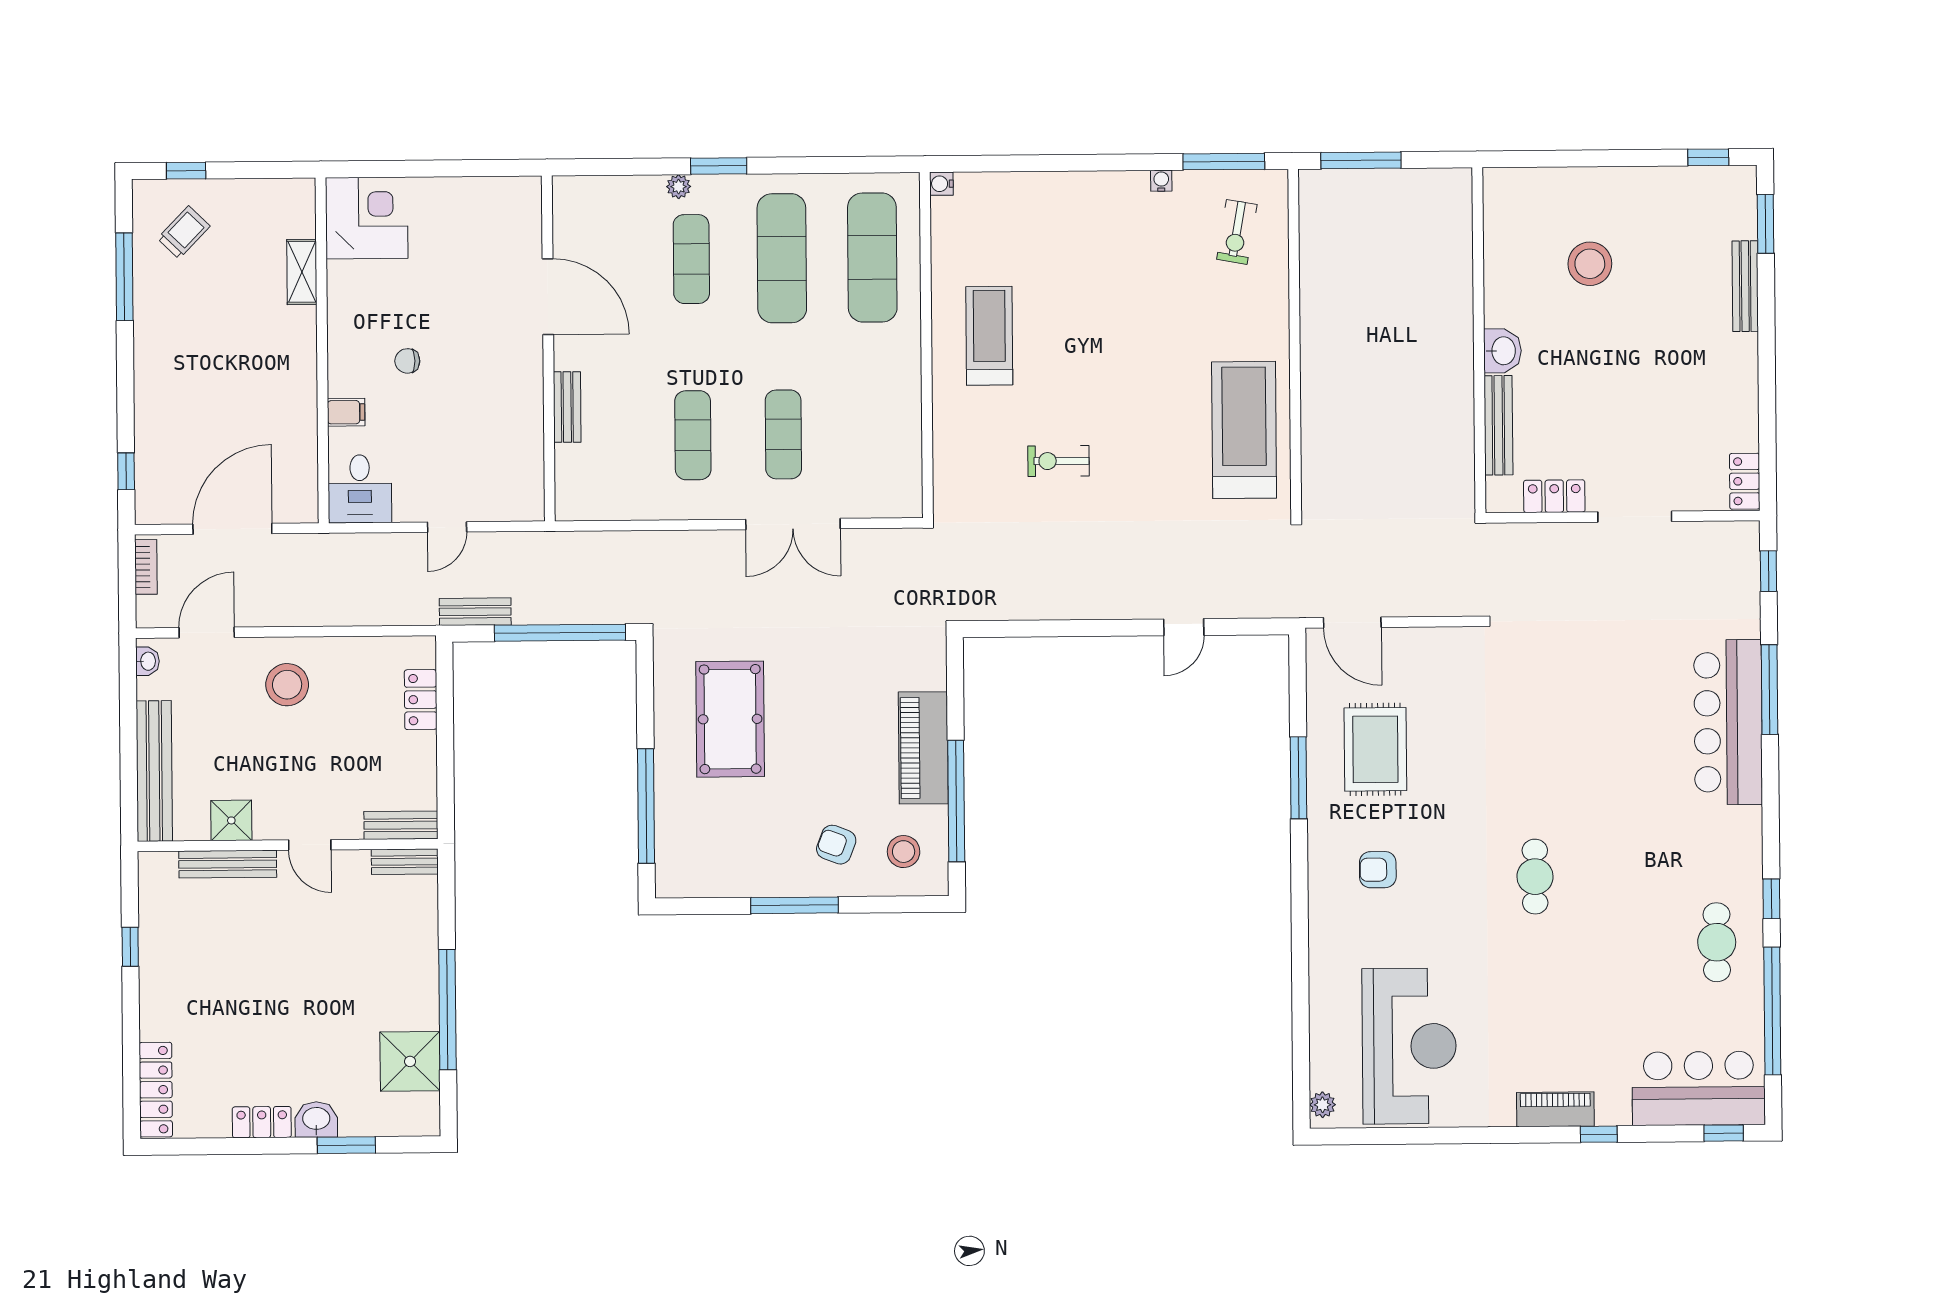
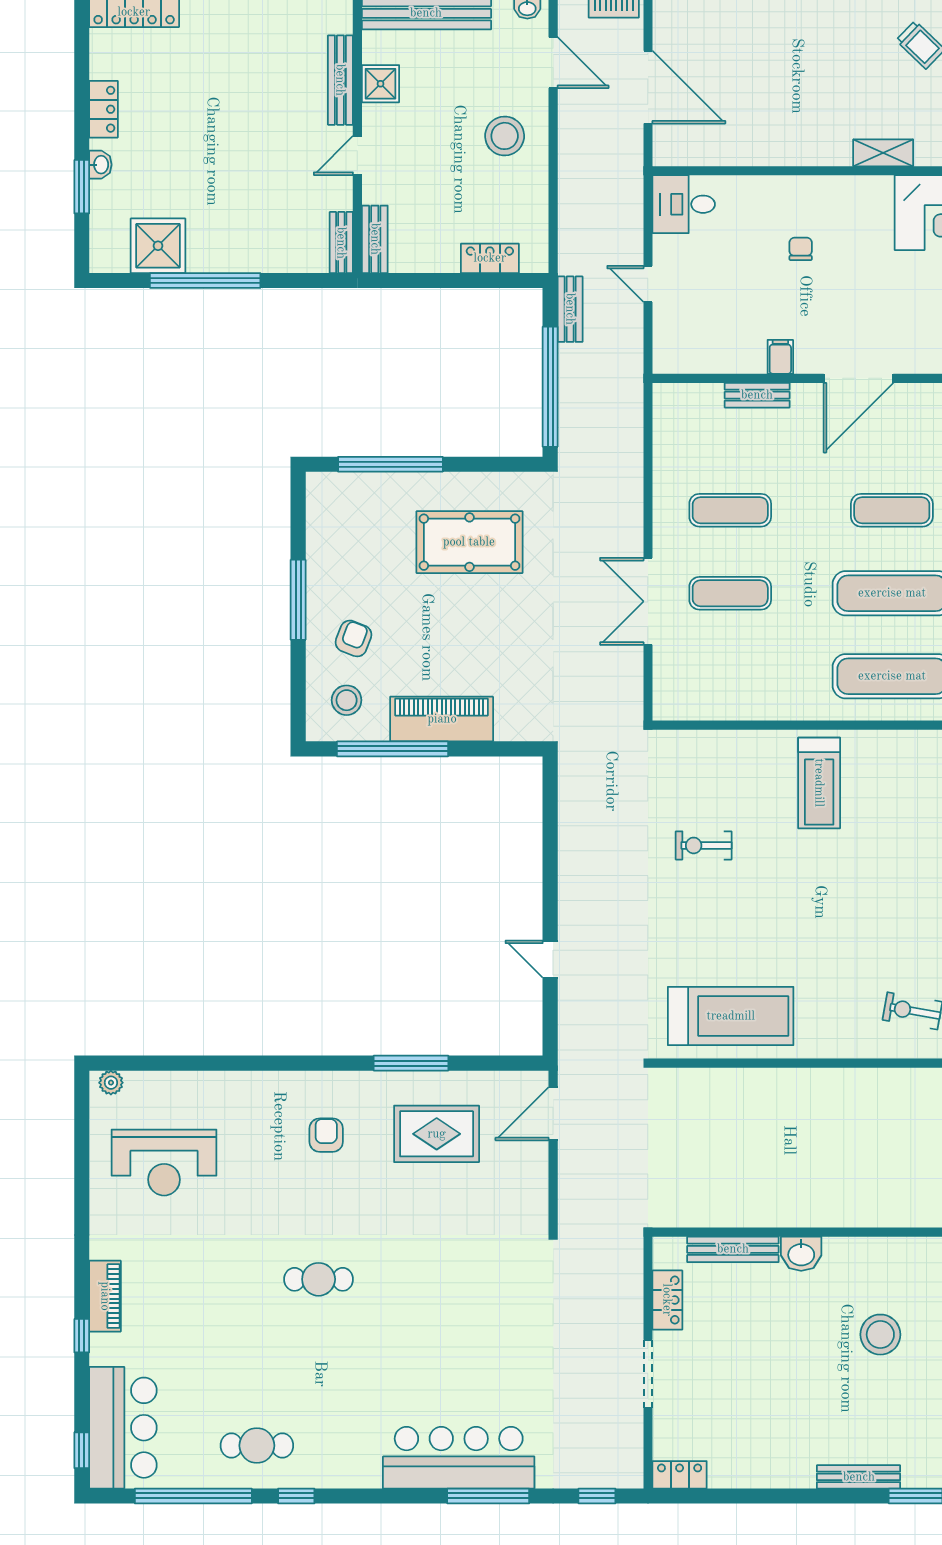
treadmill: (989, 336) -> (819, 783), turned 90
filing cabinet: (346, 412) -> (780, 357), moved, turned 180
exercise bike: (1058, 461) -> (704, 845), turned -90
reception desk: (1409, 1046) -> (164, 1163), width x0.74, depth x0.77
washbasin: (316, 1119) -> (100, 165), width x0.72, depth x0.69

